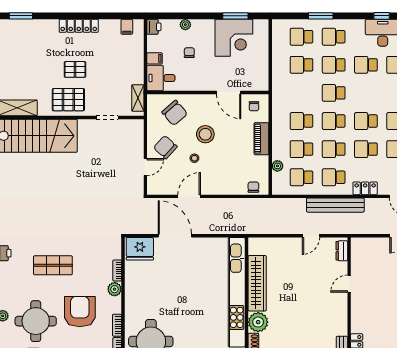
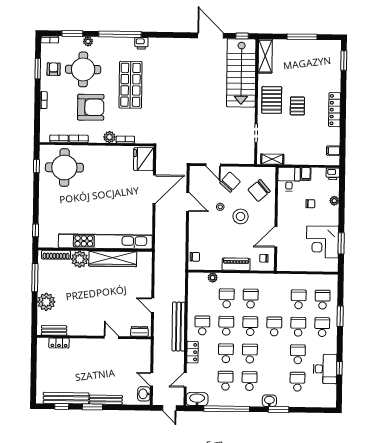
school desk: (301, 177) -> (203, 298), removed
shop shelf: (53, 265) -> (131, 85), width x1.43, depth x1.36

